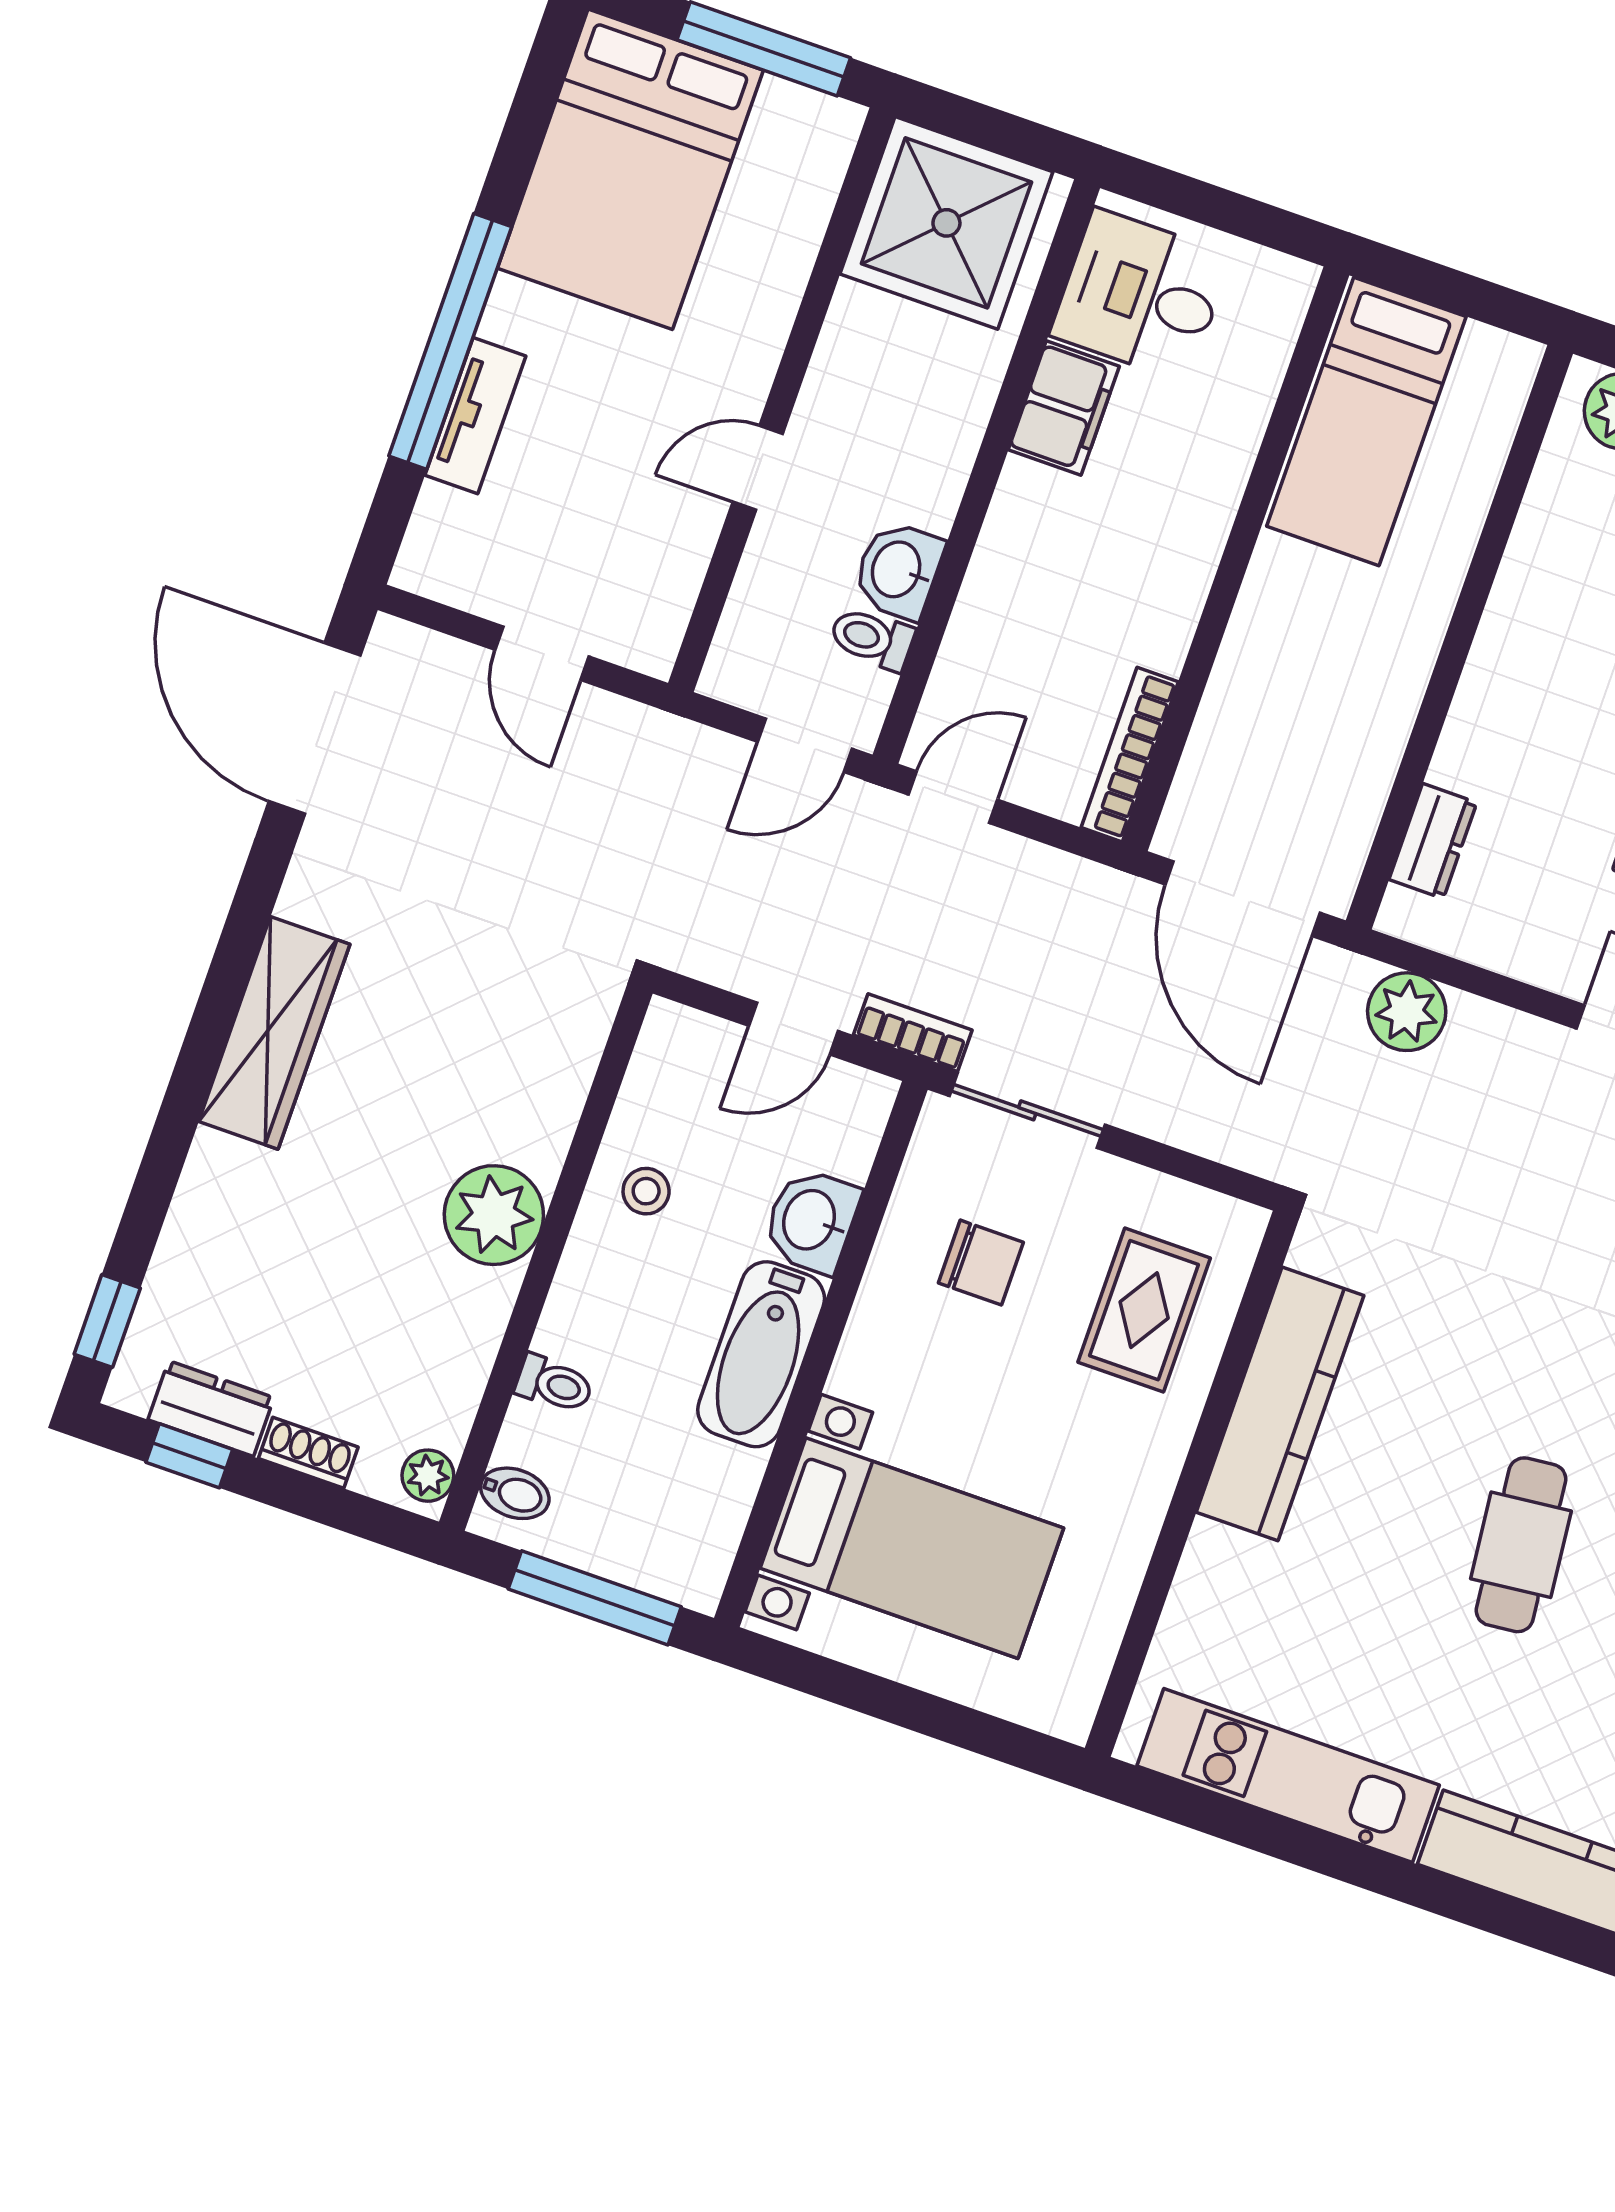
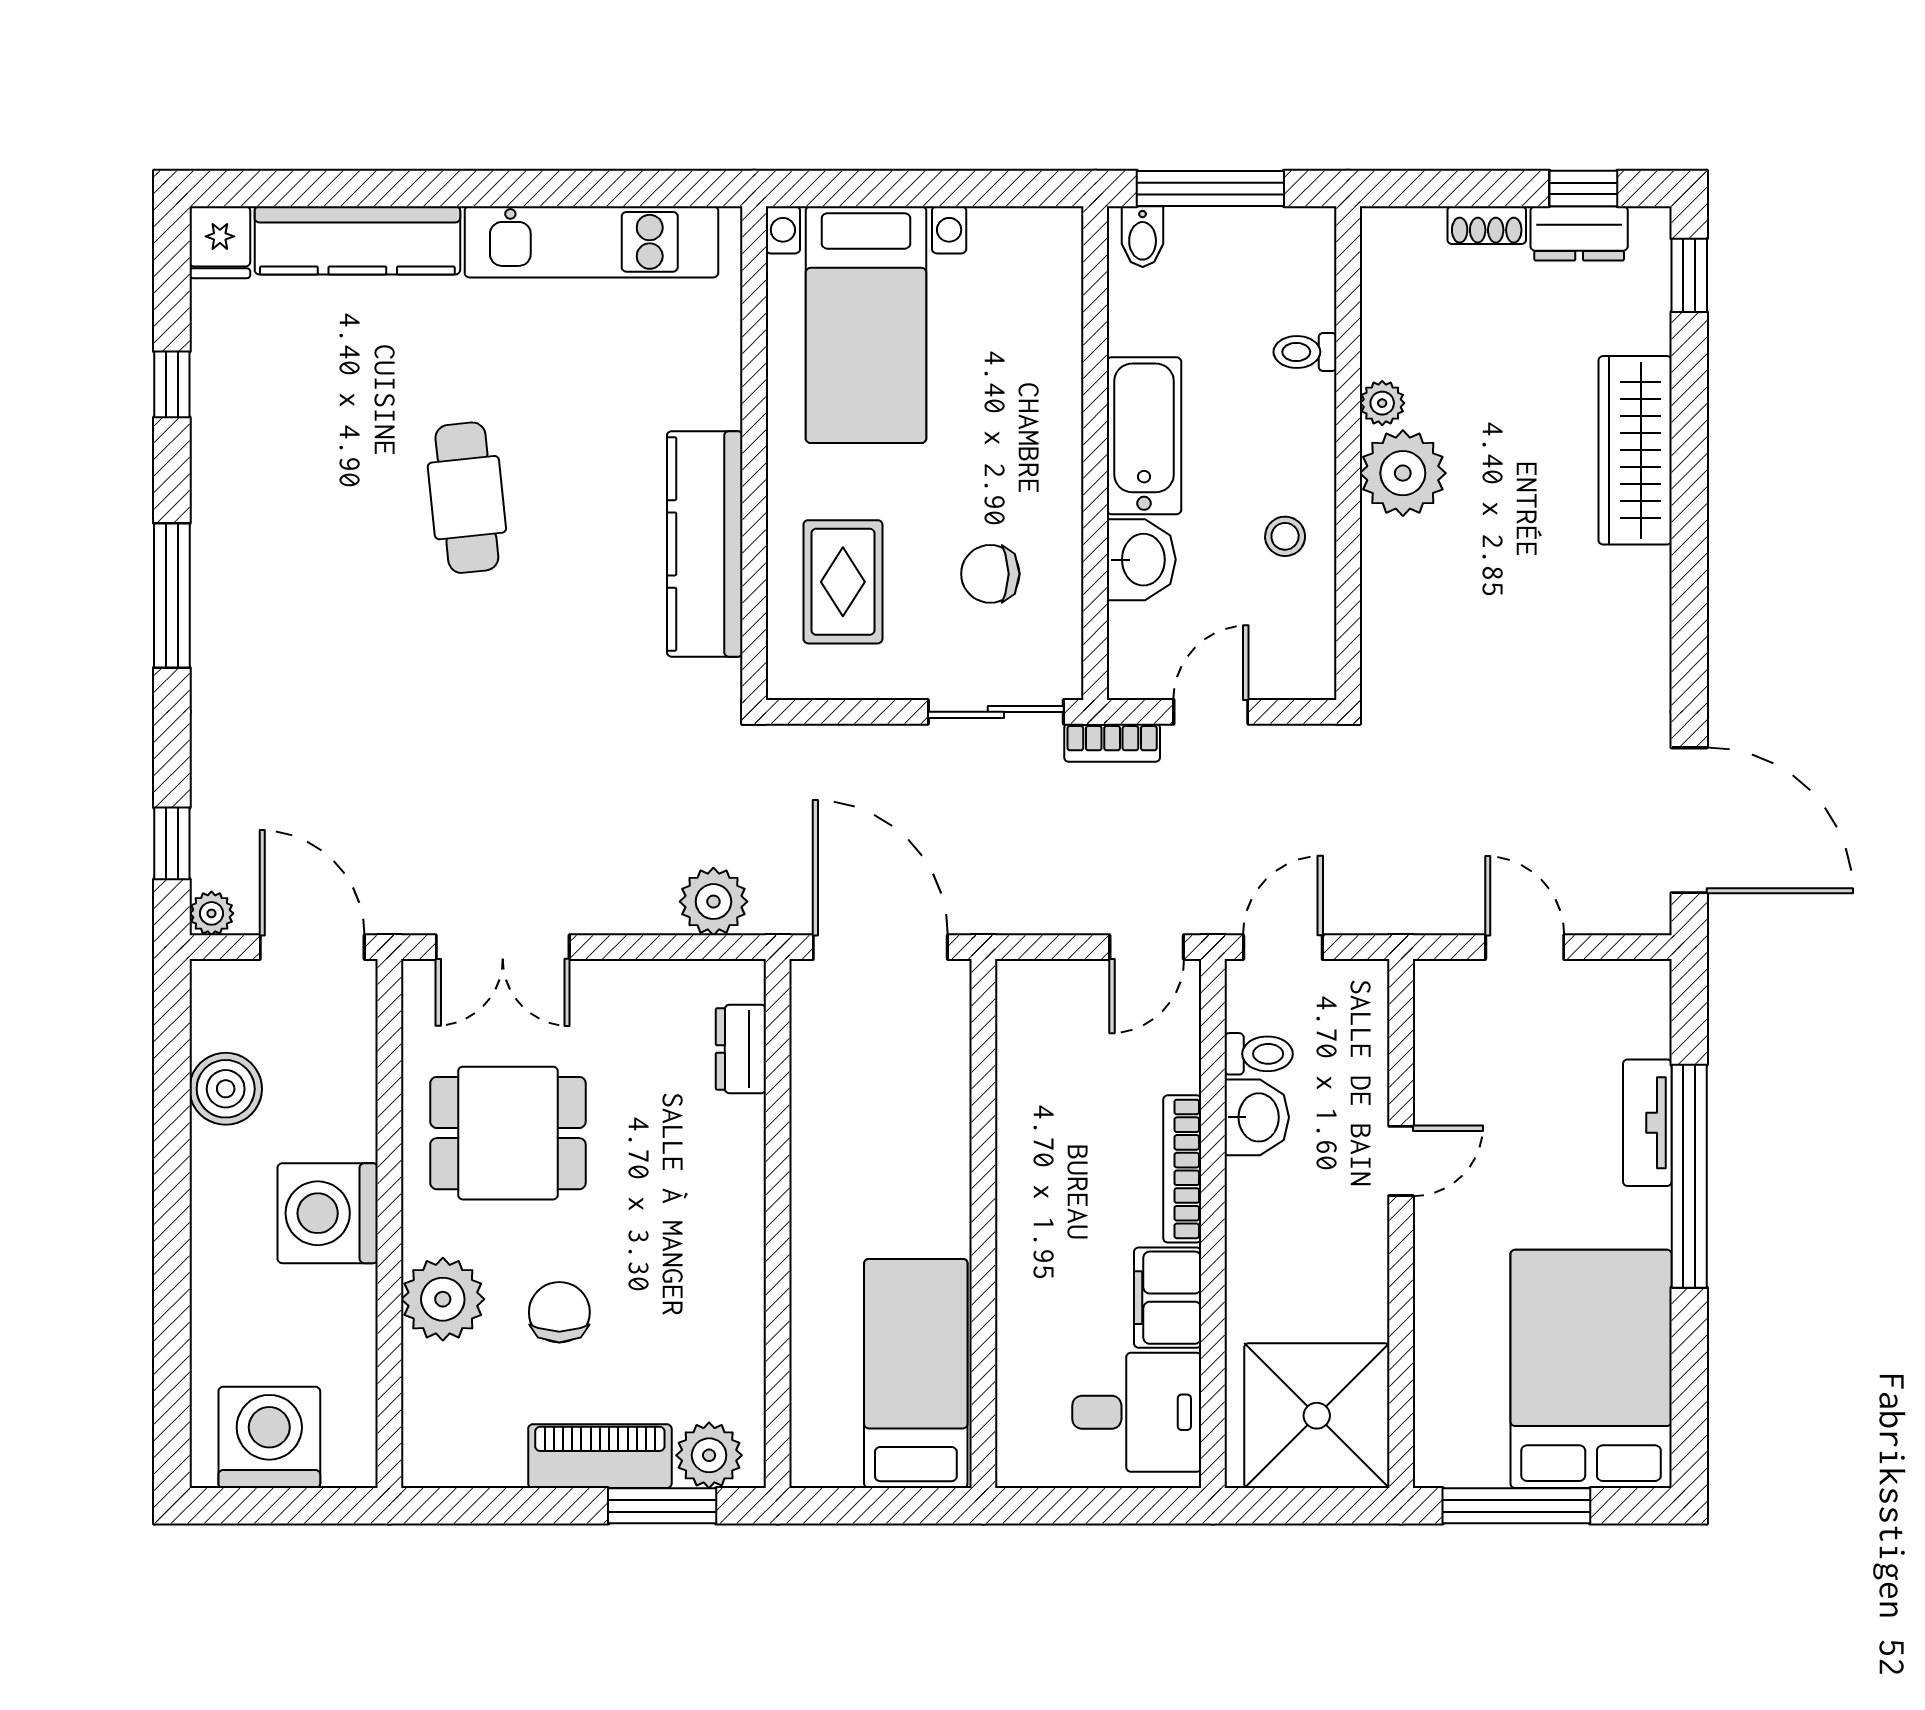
bookcase: (1130, 755) -> (1182, 1169), moved, turned 180
wardrobe: (274, 1033) -> (1635, 450), moved
plant: (428, 1476) -> (1382, 403), moved
bidet: (515, 1493) -> (1143, 237), moved, turned -90
bed with nightstands: (912, 1548) -> (866, 325), moved, turned -90

